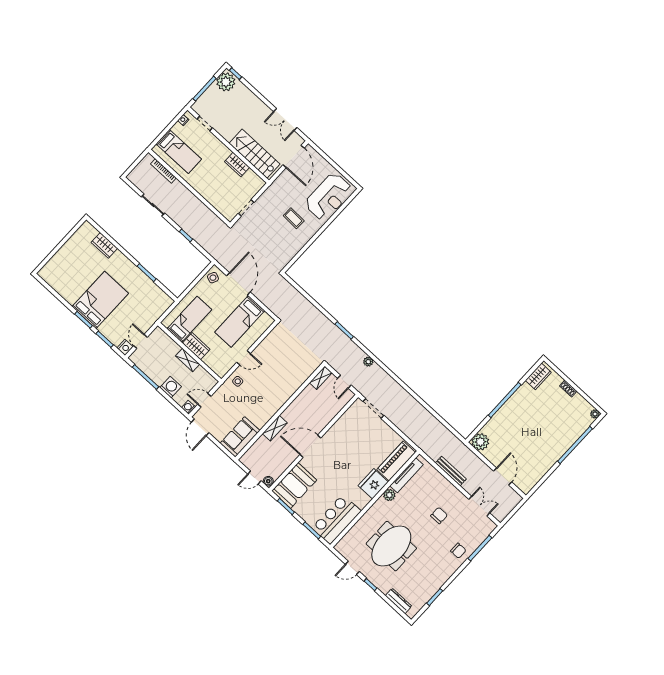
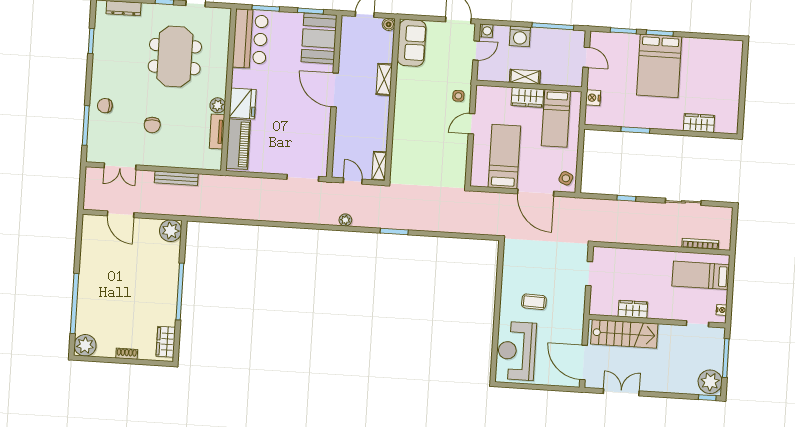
nightstand: (125, 347) -> (593, 98), moved
plant: (595, 414) -> (85, 345), width x1.87, depth x1.87
door: (310, 446) -> (335, 90), swing flipped
tv unit: (407, 475) -> (217, 132), width x0.71
boiler: (268, 481) -> (389, 24), moved

